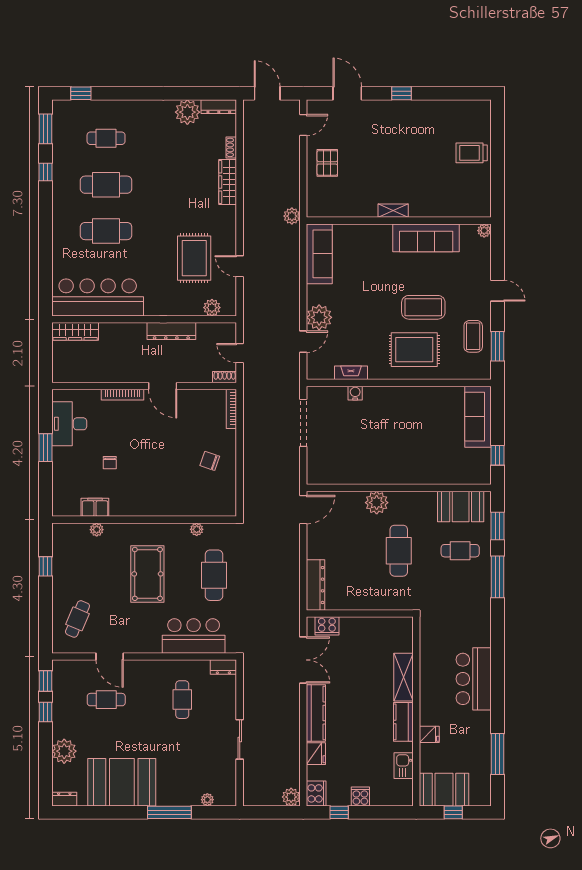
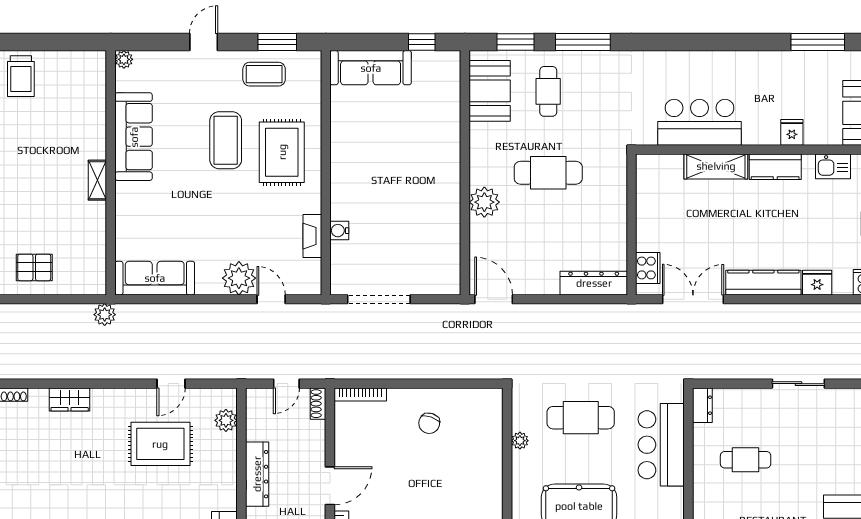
wardrobe: (228, 182) -> (70, 399), width x0.67
bar counter: (474, 679) -> (699, 122), moved, turned 180

